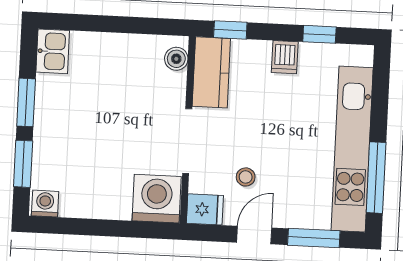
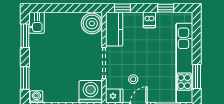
boiler: (176, 59) -> (92, 23), width x1.86, depth x1.86
window: (26, 102) -> (25, 36), moved
window: (376, 178) -> (197, 76), width x0.69

